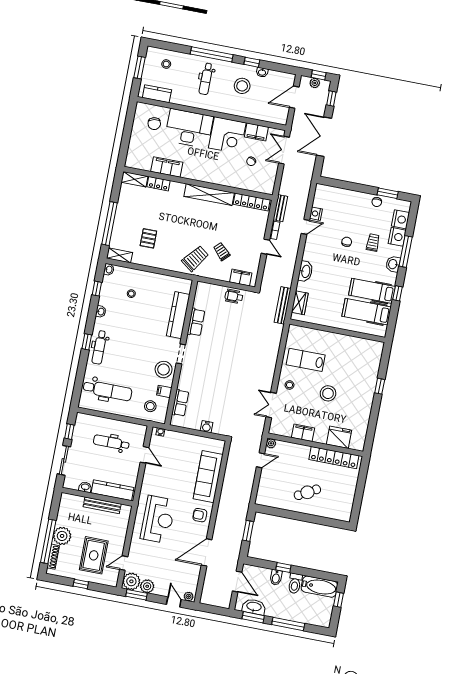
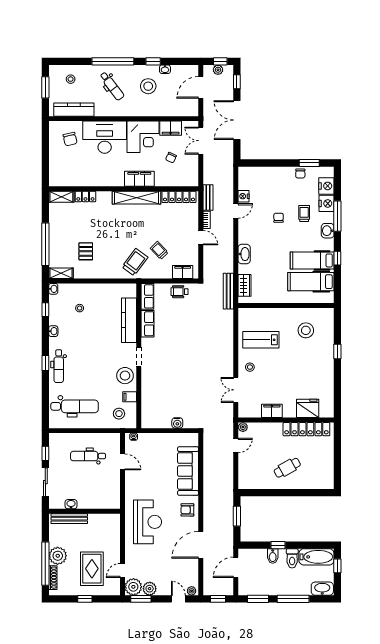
dental chair: (206, 79) -> (112, 86), turned -37
kitchen counter: (157, 94) -> (74, 110), width x1.50
filing cabinet: (167, 167) -> (139, 179), moved
stool: (328, 393) -> (306, 330), moved
row of seats: (180, 403) -> (147, 296), moved
kitchen counter: (112, 490) -> (98, 502), removed
bench: (102, 505) -> (69, 519), moved
door: (237, 582) -> (236, 567), swing flipped
washbasin: (254, 607) -> (322, 589), moved
window: (213, 610) -> (218, 599), added

